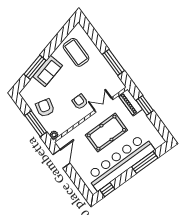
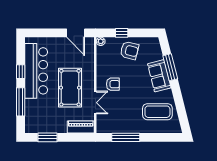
window: (145, 105) -> (47, 137), moved
window: (36, 124) -> (122, 33), width x0.46
bar counter: (120, 162) -> (36, 71), width x0.73
window: (107, 190) -> (21, 72), moved

